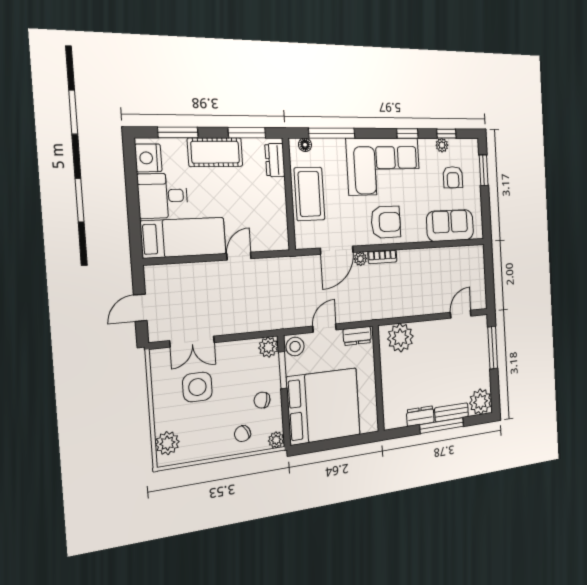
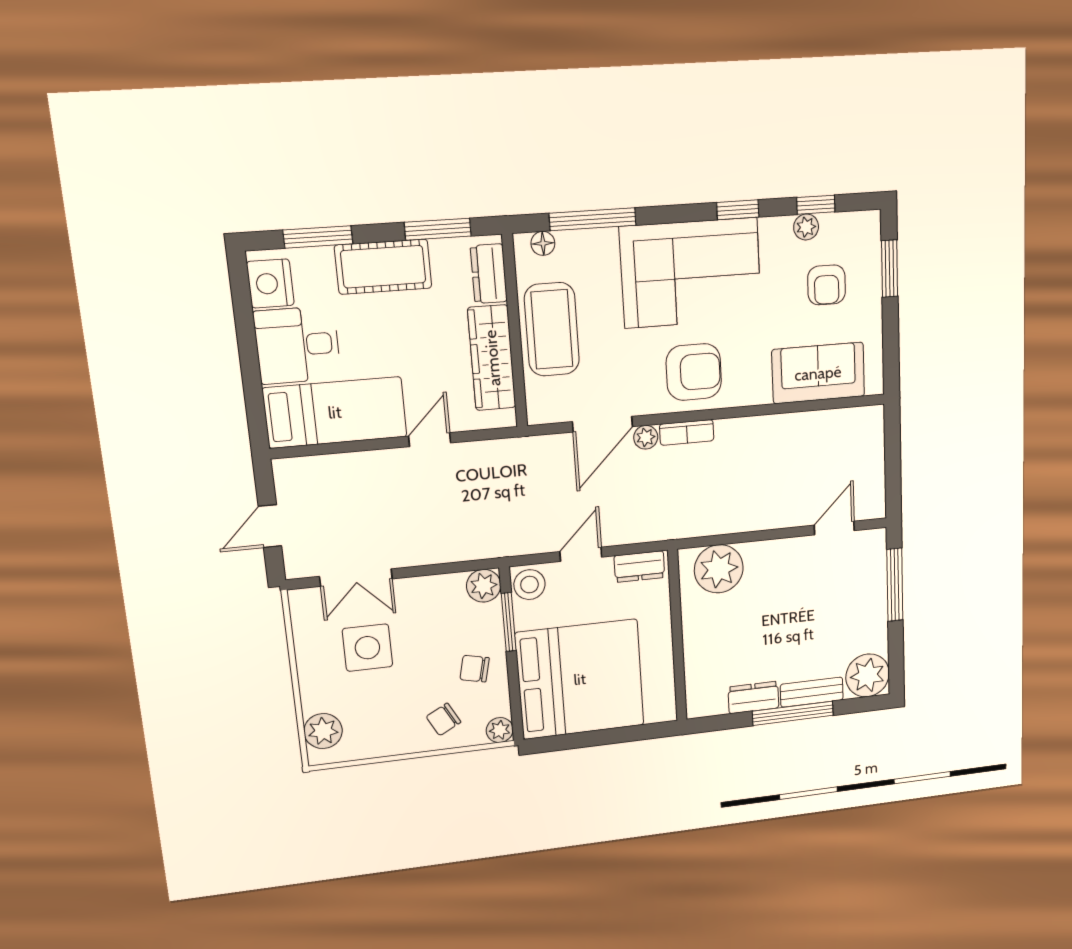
wardrobe: (276, 209) -> (492, 358), added

